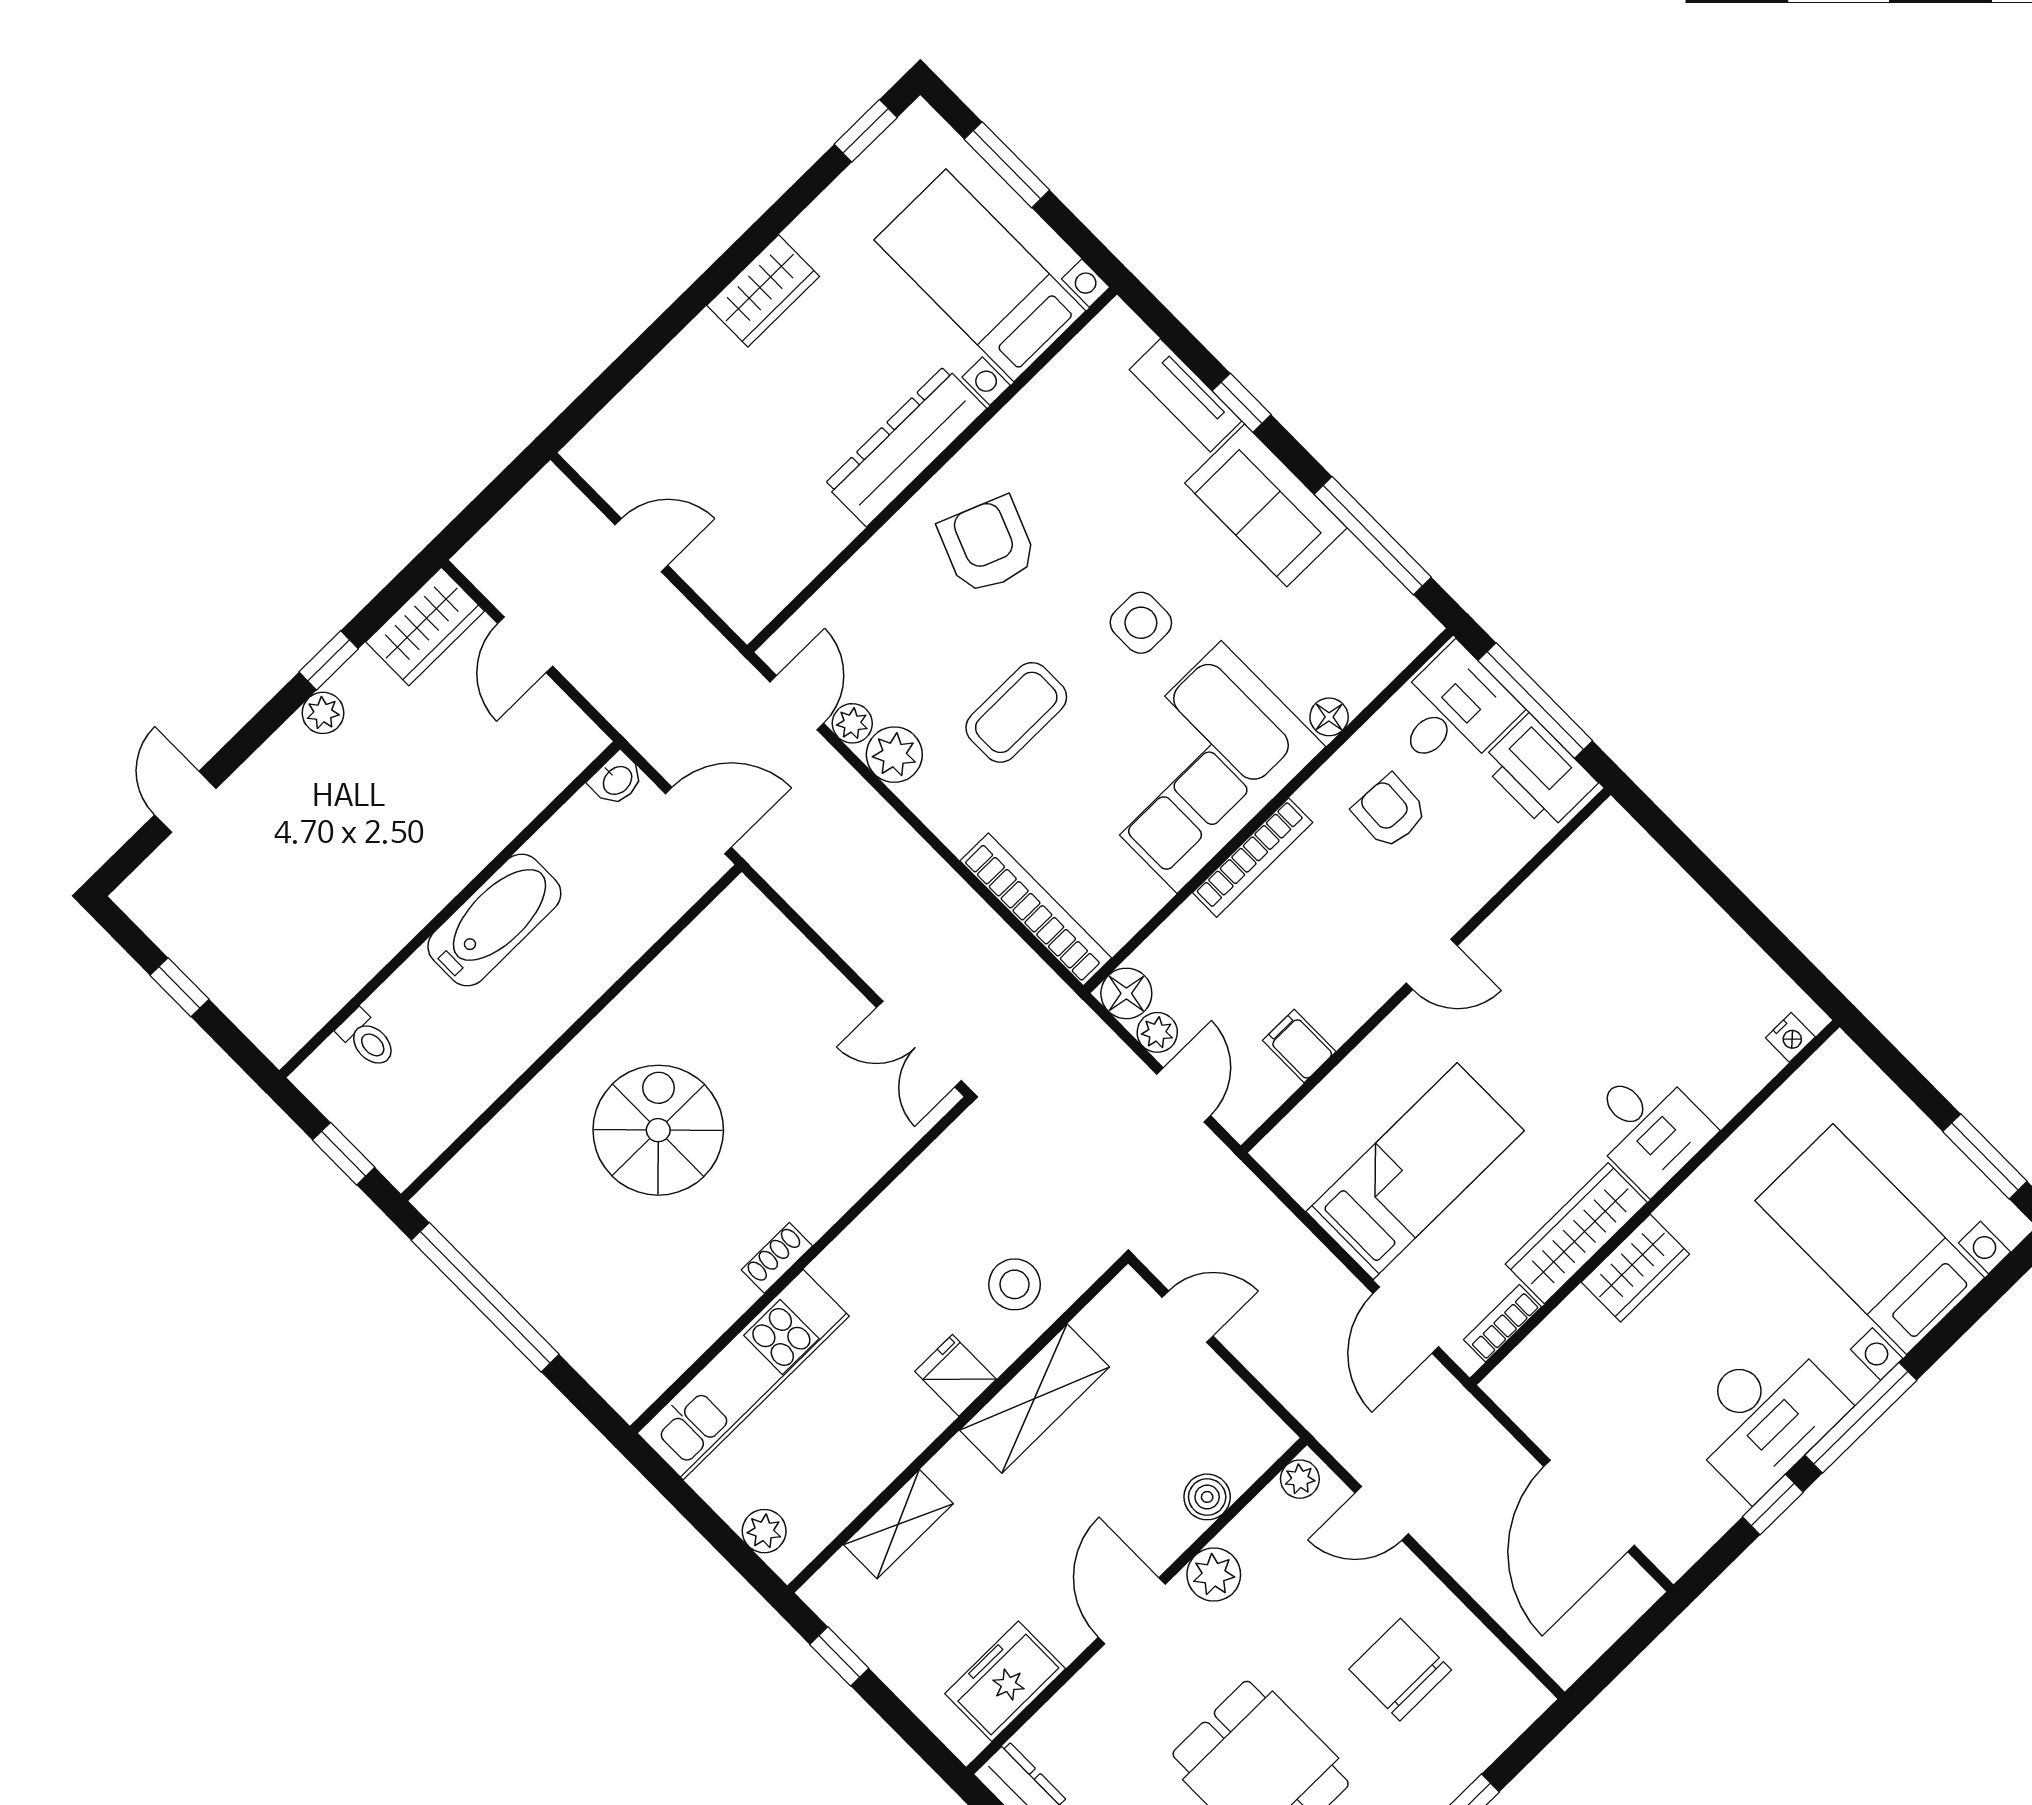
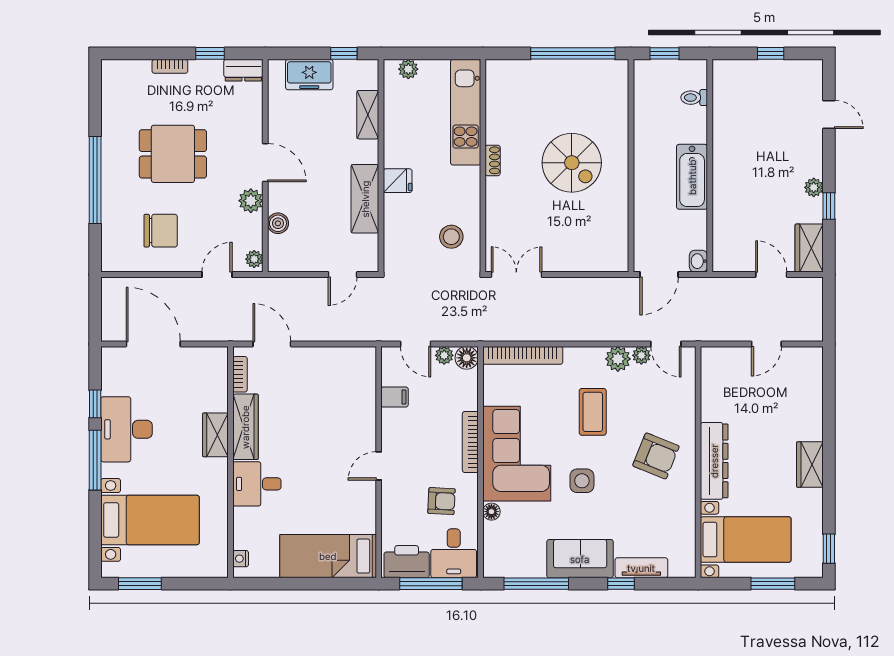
bed: (1415, 1171) -> (328, 556), moved, turned 90
stool: (1015, 1284) -> (451, 237), moved
freezer: (1005, 1681) -> (309, 75), moved, turned 90

